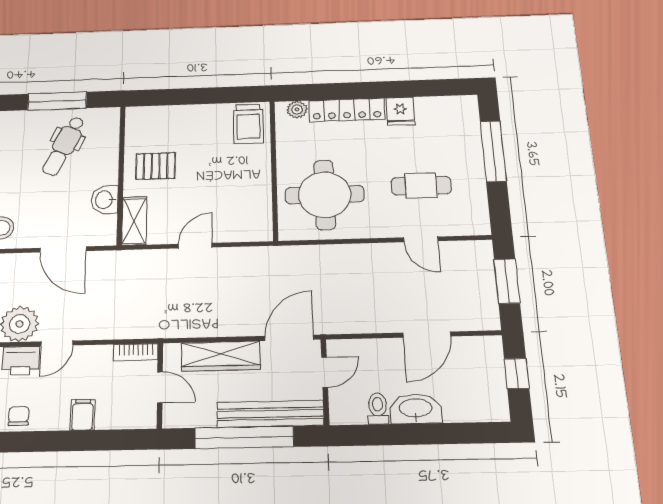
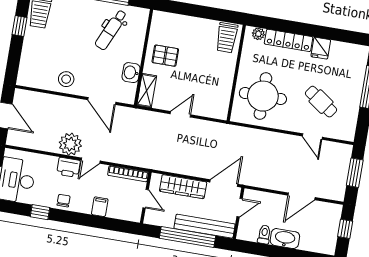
cafe table: (421, 186) -> (321, 102), turned 35
bookcase: (136, 352) -> (128, 174), width x1.56

